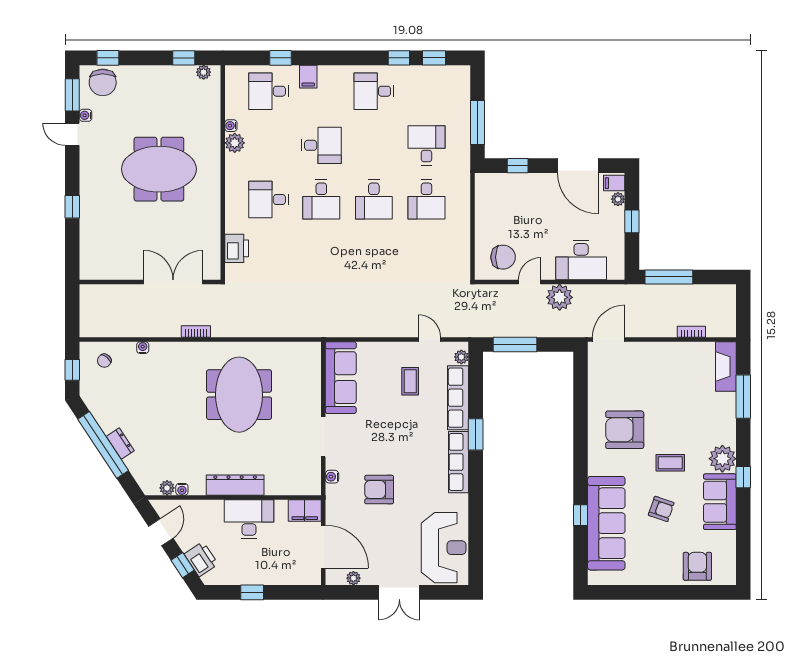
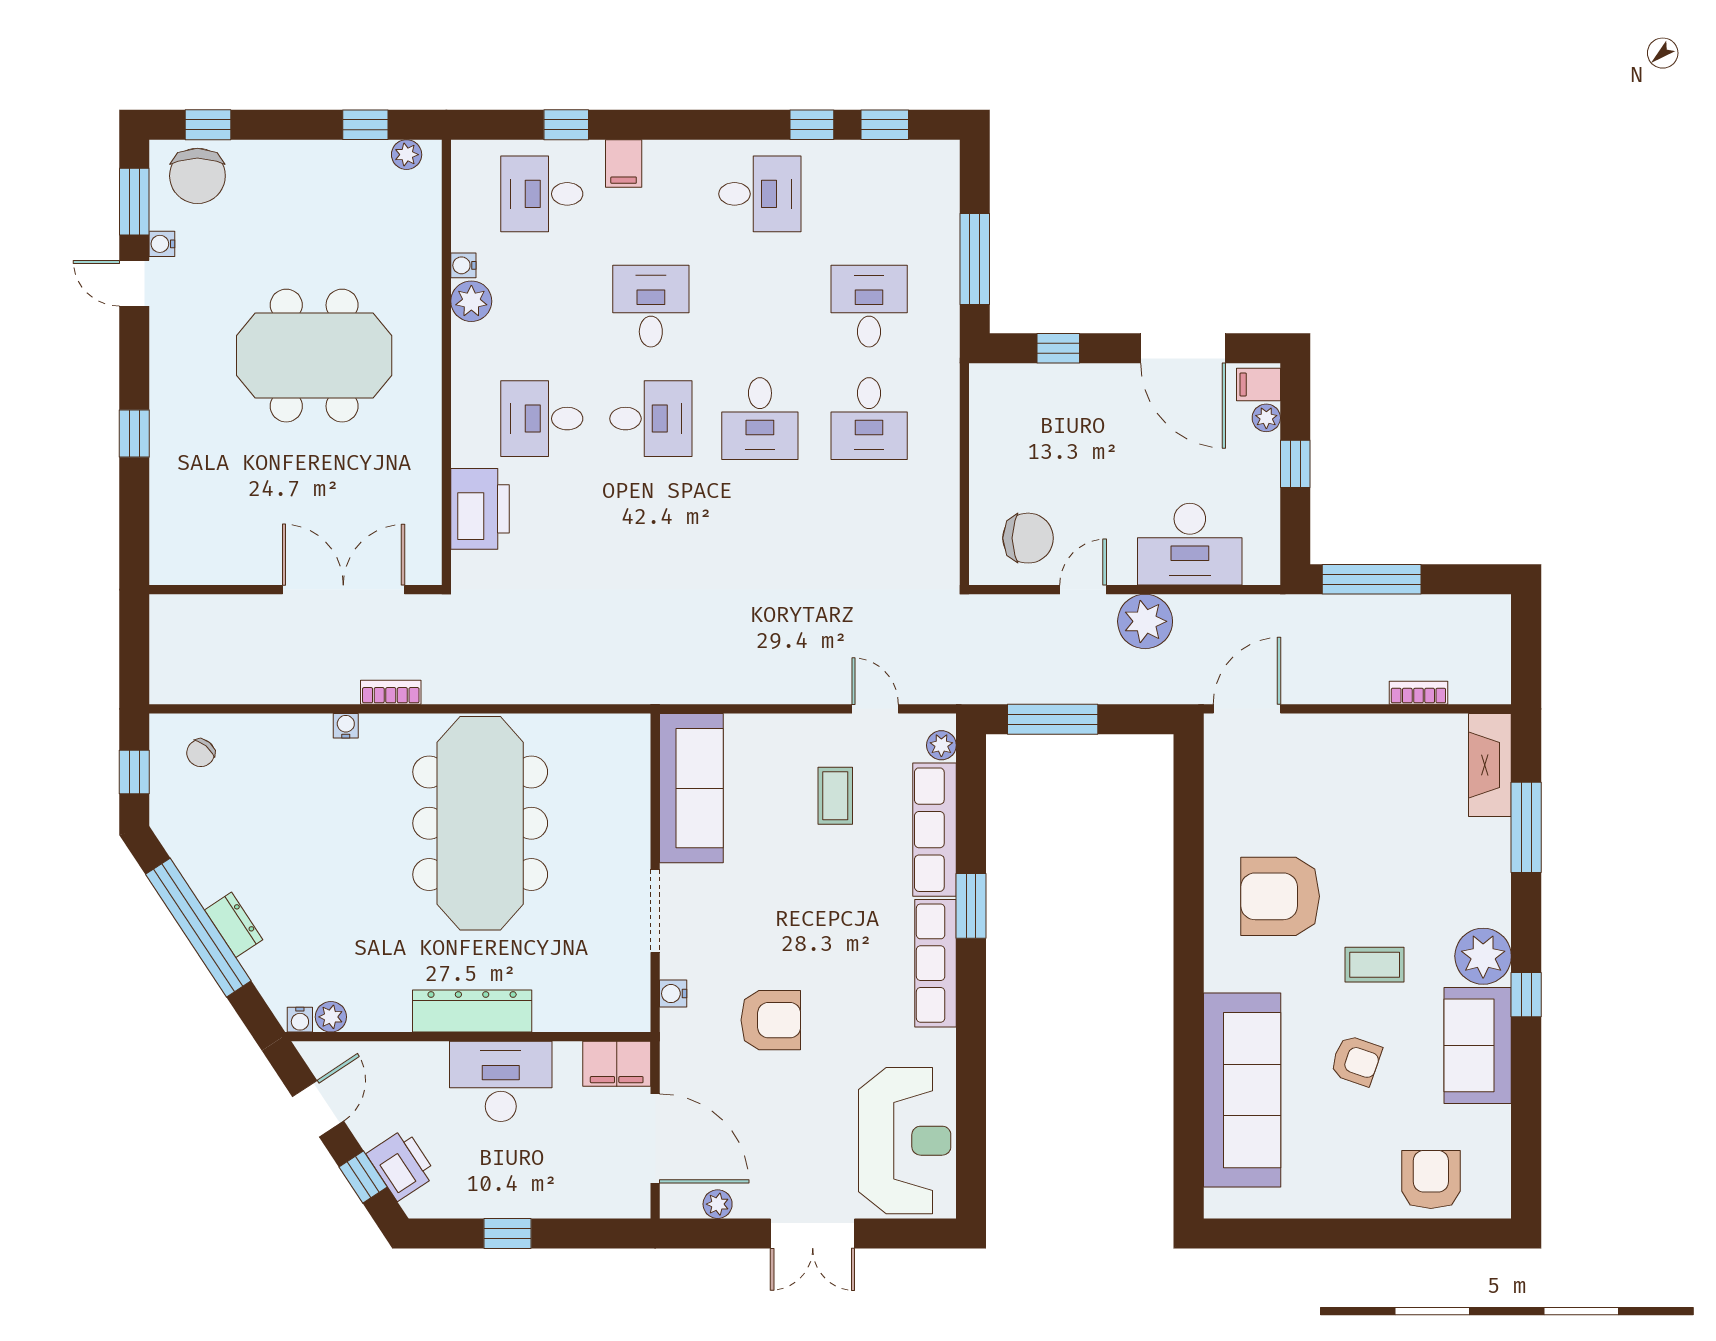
desk: (374, 91) -> (760, 194), turned 180
desk: (321, 145) -> (651, 306), turned -90
desk: (321, 199) -> (651, 419), turned -90
printer: (237, 248) -> (480, 509), width x1.37, depth x1.19
water cooler: (143, 348) -> (346, 726), moved
meeting table: (239, 395) -> (480, 823), width x1.36
water cooler: (182, 489) -> (300, 1020), moved
armchair: (379, 490) -> (771, 1020), turned 180
window: (581, 515) -> (1189, 1073), removed

